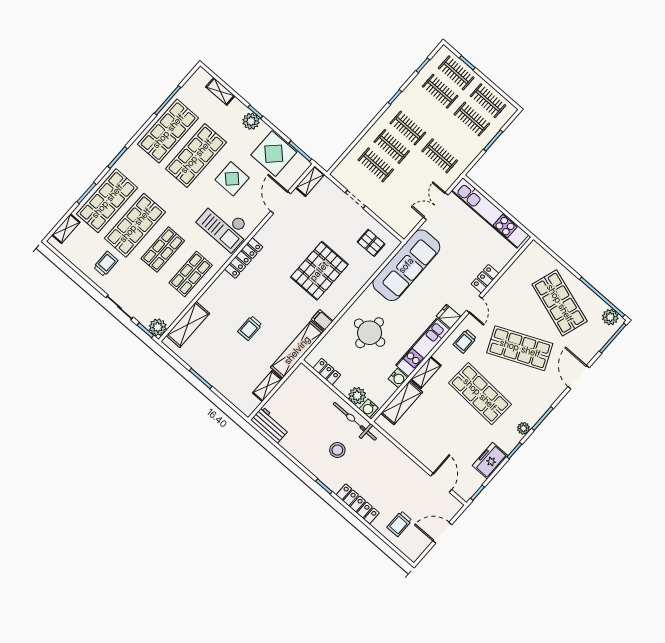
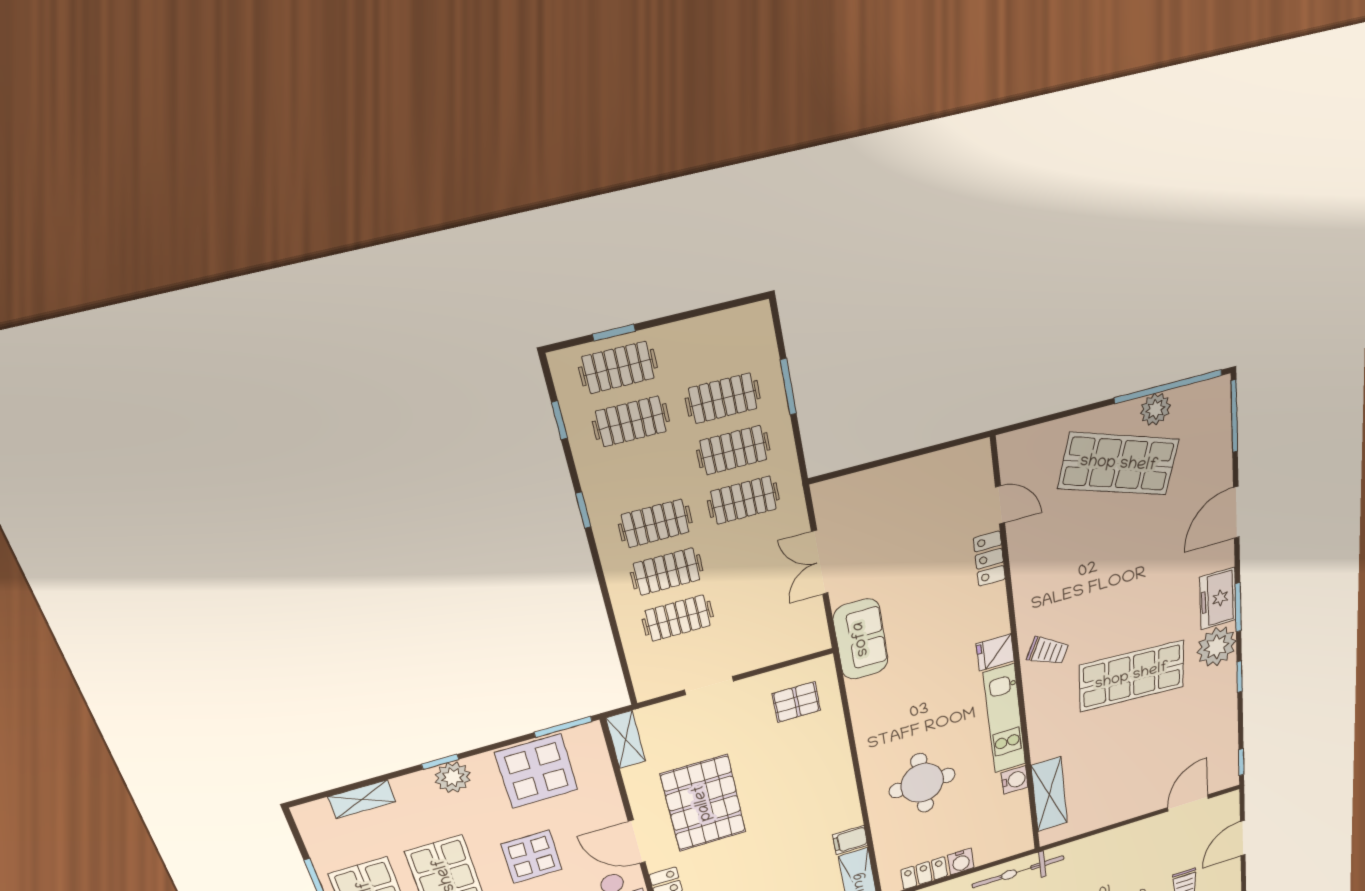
clothes rail: (488, 101) -> (733, 450), moved
door: (281, 202) -> (637, 842), moved
kitchen unit: (490, 213) -> (900, 479), removed
sofa: (406, 265) -> (861, 639), width x0.54, depth x0.79
pallet: (319, 271) -> (703, 803), moved
door: (474, 304) -> (1000, 505), moved
plant: (610, 317) -> (1155, 409), moved
trolley: (465, 341) -> (1048, 651), turned -63
shop shelf: (520, 348) -> (1125, 574), removed
shelving: (426, 372) -> (1040, 736), removed
door: (579, 377) -> (1236, 512), hinge flipped
plant: (357, 396) -> (990, 850), removed
water cooler: (369, 408) -> (961, 861), moved
plant: (523, 428) -> (1217, 647), width x1.88, depth x1.88
freezer: (490, 461) -> (1218, 599), moved
door: (441, 483) -> (1188, 803), hinge flipped

